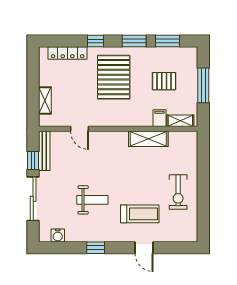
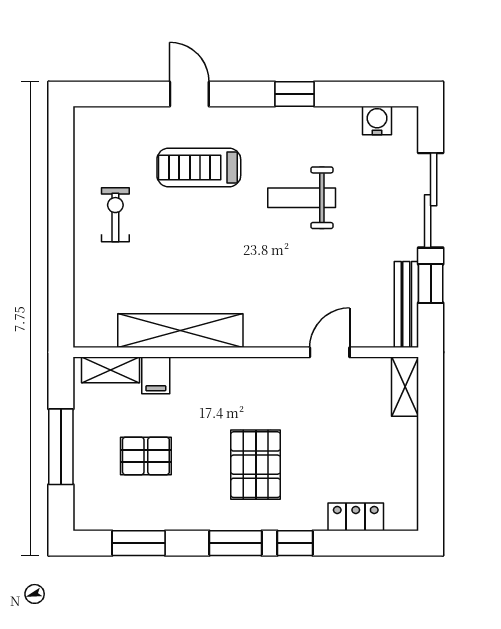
window: (134, 41) -> (236, 543), moved
locker: (68, 53) -> (356, 517), width x0.66
pallet: (114, 77) -> (256, 465), width x0.73, depth x0.71
shelving: (45, 101) -> (405, 387), moved
door: (80, 129) -> (330, 352), hinge flipped
shelving: (148, 139) -> (180, 331), width x1.47
exercise bike: (178, 192) -> (115, 215), width x0.73, depth x0.72

